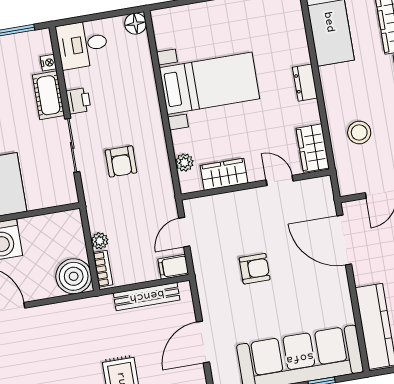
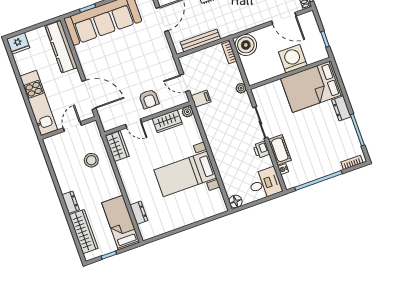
dresser: (305, 83) -> (139, 213), moved
armchair: (121, 161) -> (230, 118), removed
plant: (184, 162) -> (187, 112), moved
door: (184, 232) -> (185, 83), swing flipped
plant: (100, 241) -> (241, 88), moved
filing cabinet: (173, 267) -> (201, 99), moved
armchair: (255, 269) -> (149, 99), moved, turned -90

